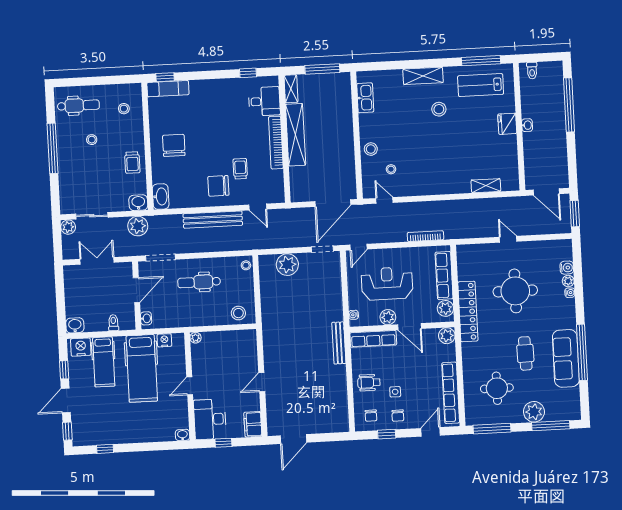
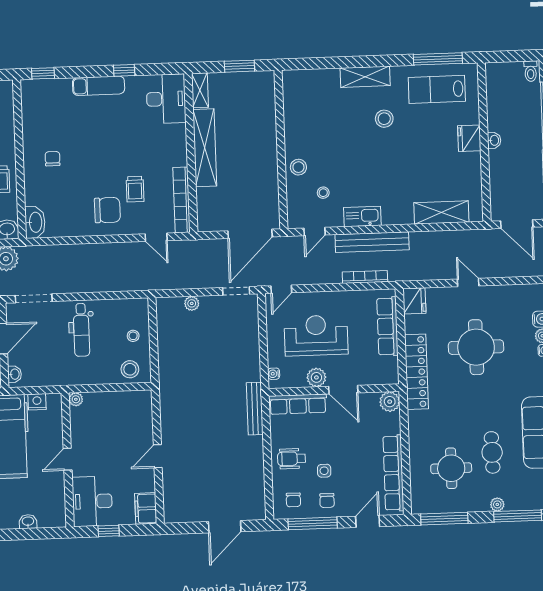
window: (322, 69) -> (239, 66), width x0.69
toilet: (532, 71) -> (531, 71), moved
window: (248, 73) -> (124, 70), moved
exam couch: (168, 89) -> (99, 86), moved
kitchen sink: (365, 98) -> (362, 216), moved, turned -90
desk: (264, 101) -> (166, 99), width x1.37
bookcase: (276, 143) -> (182, 200), moved
chair: (174, 145) -> (53, 159), width x0.54, depth x0.54
trolley: (240, 169) -> (135, 189), turned 180
chair: (218, 186) -> (107, 210), turned 180
shelving: (486, 186) -> (441, 212), width x1.50, depth x1.33
door: (384, 200) -> (315, 231), swing flipped
bench: (213, 220) -> (372, 242), moved
fridge: (465, 255) -> (414, 301), added
stool: (246, 265) -> (133, 336), moved
plant: (287, 265) -> (192, 303), width x0.53, depth x0.53
dental chair: (199, 282) -> (81, 330), turned -90
plant: (445, 308) -> (389, 368), removed
cafe table: (525, 353) -> (492, 452), moved
plant: (534, 412) -> (497, 504), width x0.53, depth x0.53
window: (387, 434) -> (313, 523), width x2.17
washbasin: (182, 435) -> (28, 522), moved
door: (293, 439) -> (225, 527), moved

